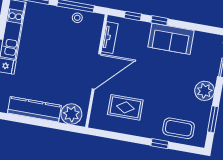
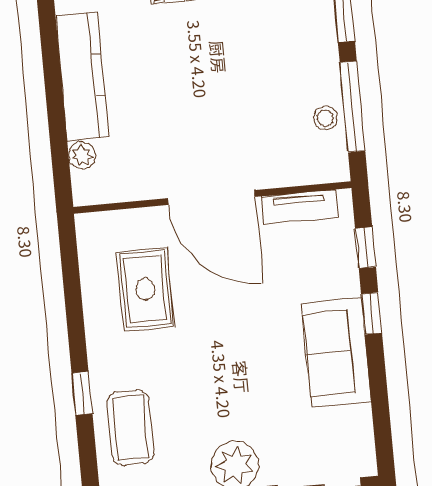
plant: (71, 114) -> (82, 156), width x0.53, depth x0.53

